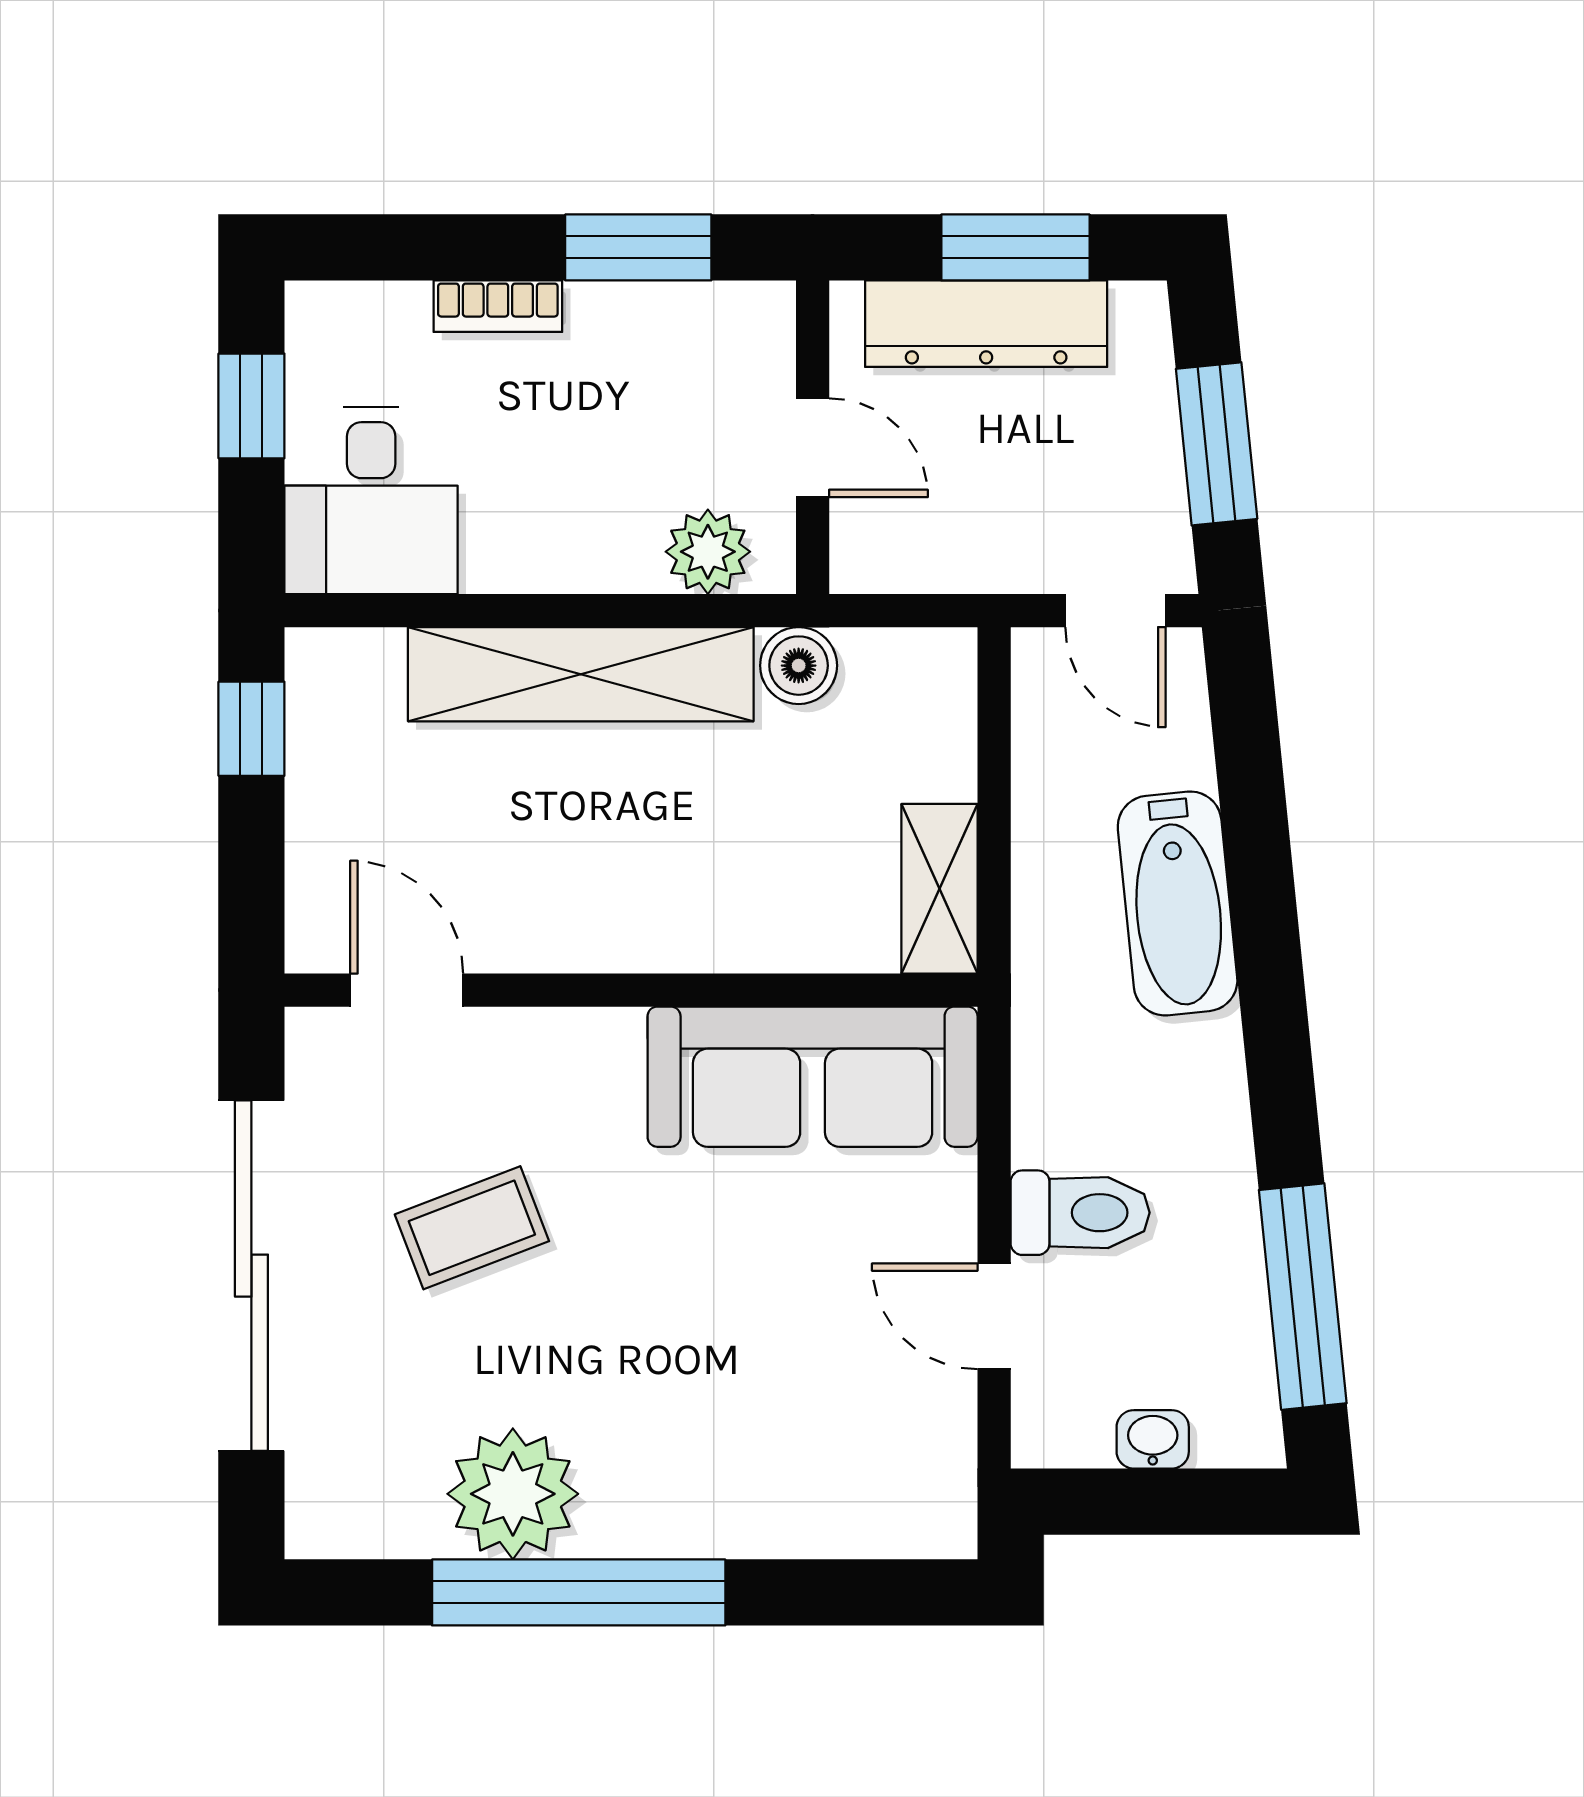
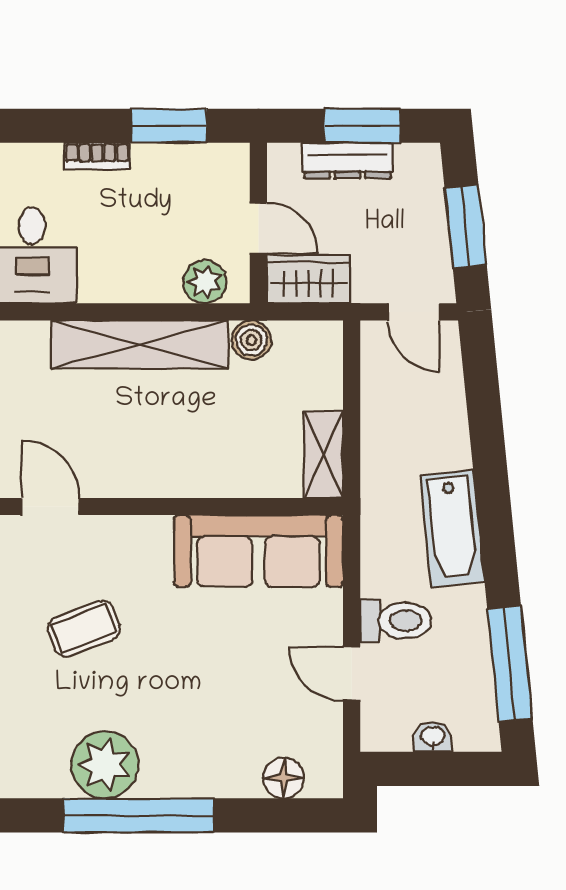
dresser: (986, 324) -> (347, 160), width x0.73, depth x0.80
wardrobe: (910, 547) -> (308, 279), added
bathtub: (1178, 903) -> (452, 528), moved
floor lamp: (862, 1520) -> (284, 778), added

